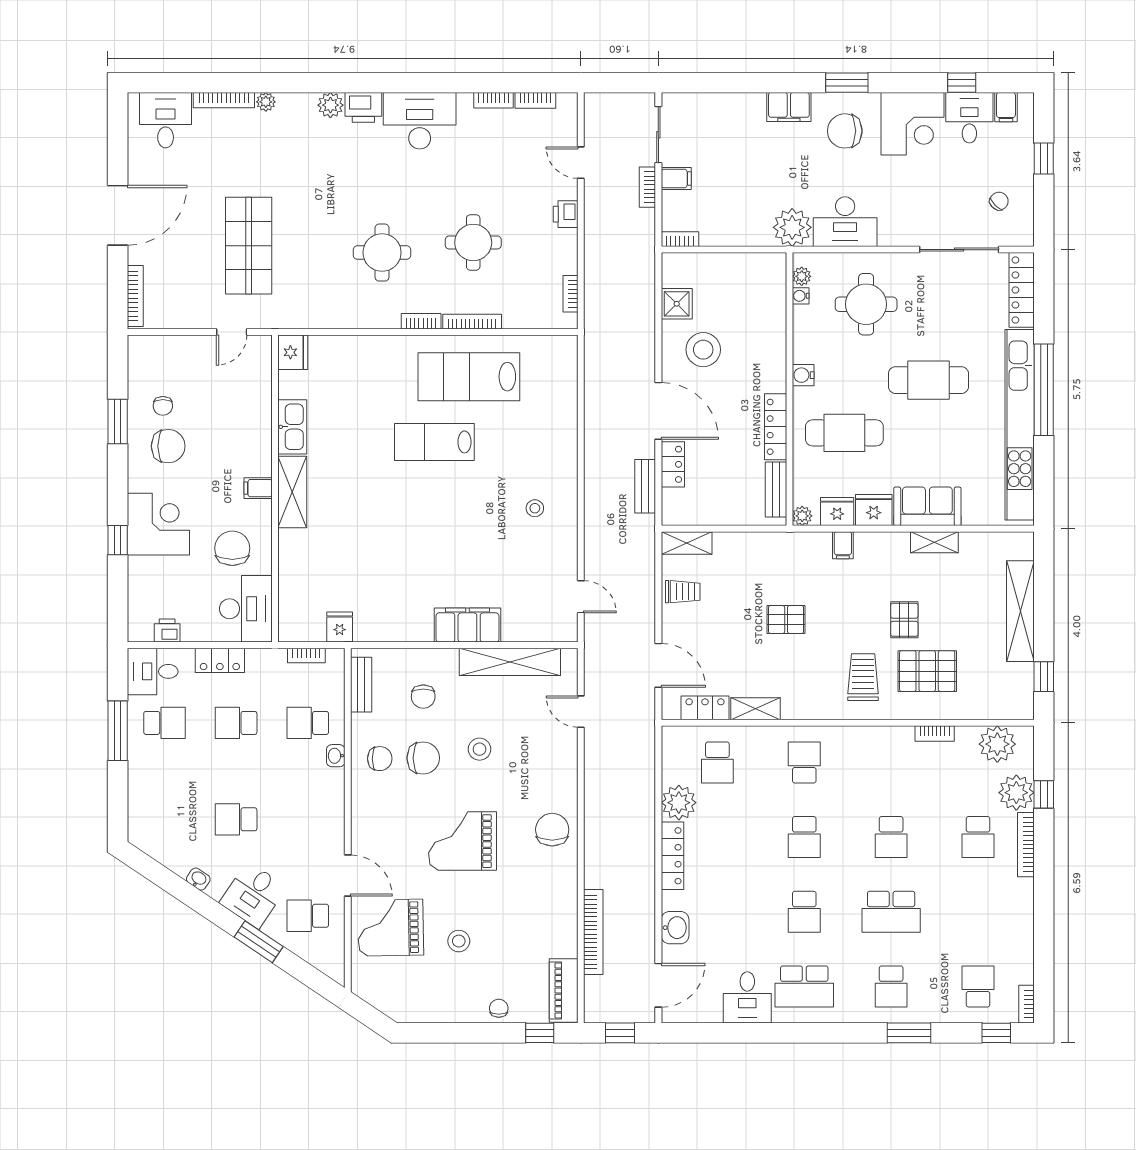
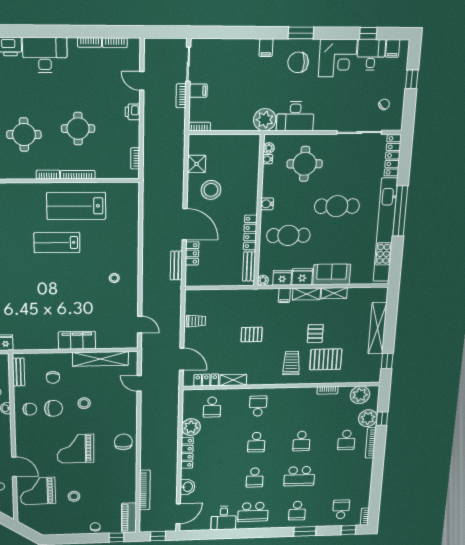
filing cabinet: (789, 107) -> (266, 48), width x0.50
shelving: (687, 543) -> (306, 294), moved

